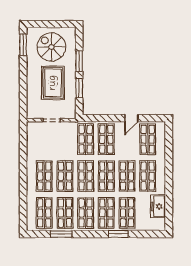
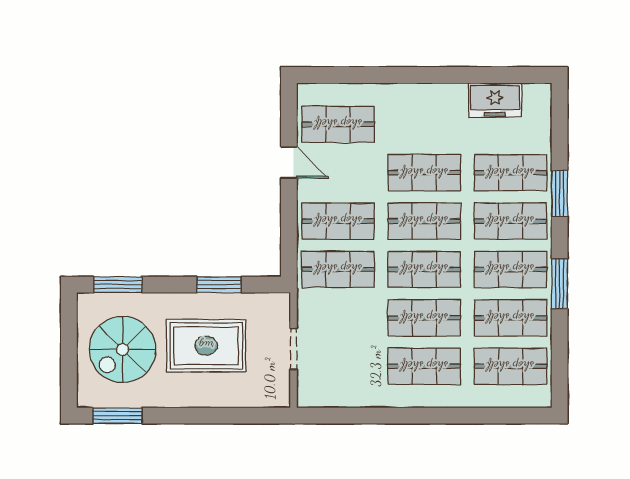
window: (79, 61) -> (118, 285), moved
shop shelf: (148, 176) -> (424, 124), removed
window: (61, 234) -> (560, 284), moved

